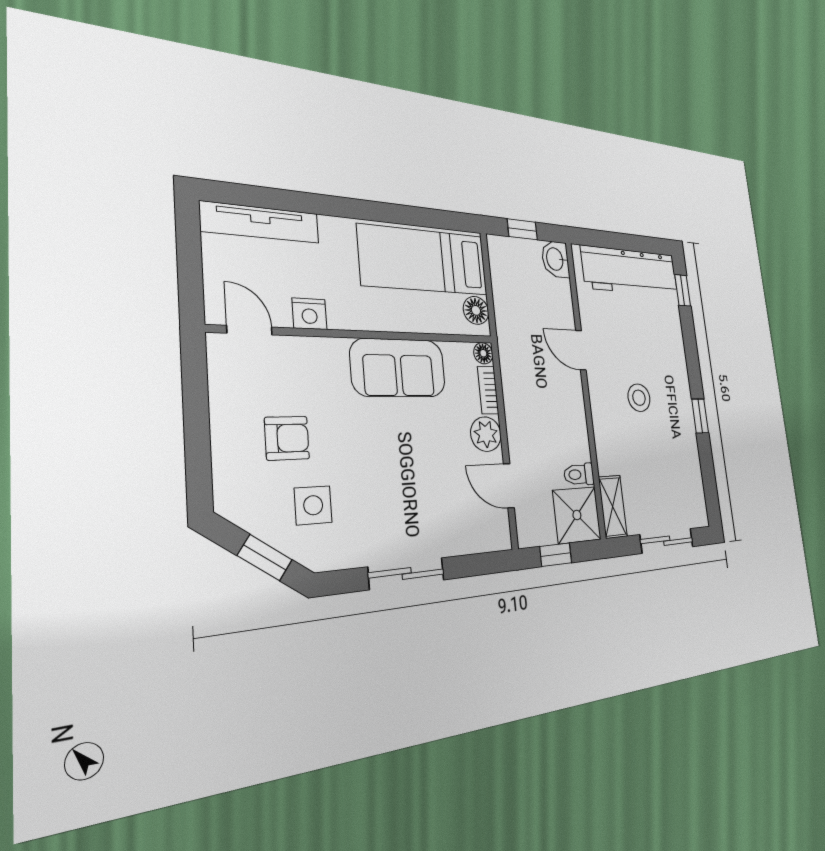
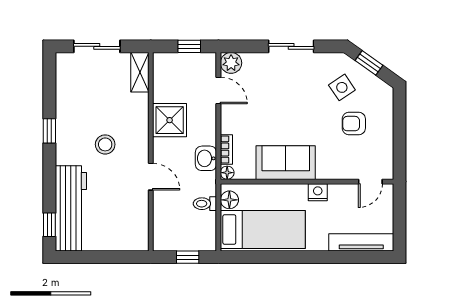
washbasin: (555, 259) -> (206, 158), moved, turned 180
workbench: (630, 271) -> (71, 208), moved, turned 90
nightstand: (309, 314) -> (318, 192), moved
door: (250, 330) -> (370, 182), hinge flipped
plant: (486, 434) -> (231, 63), moved
toilet: (579, 474) -> (205, 204), moved, turned 180
side table: (313, 505) -> (342, 87), turned -34
shower: (577, 515) -> (170, 120), moved

